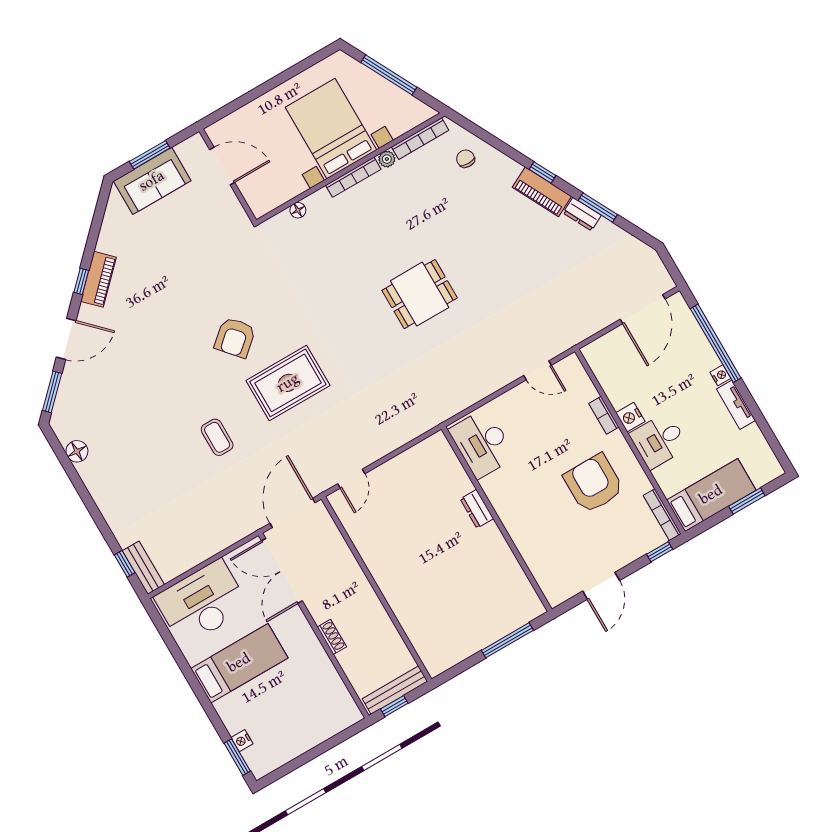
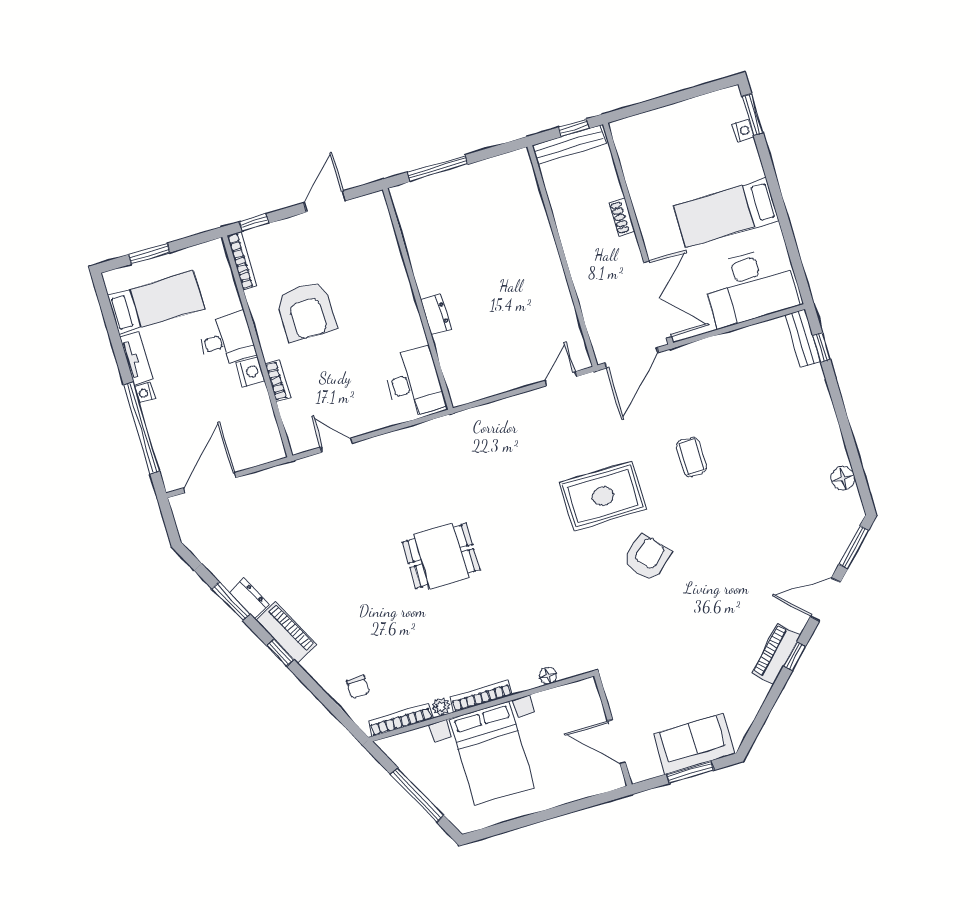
bed: (711, 495) -> (156, 302), moved, turned 180

